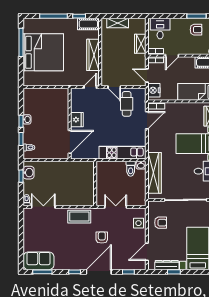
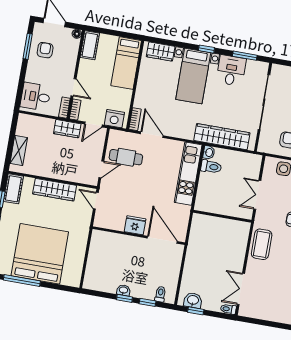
wardrobe: (140, 44) -> (67, 129), moved

